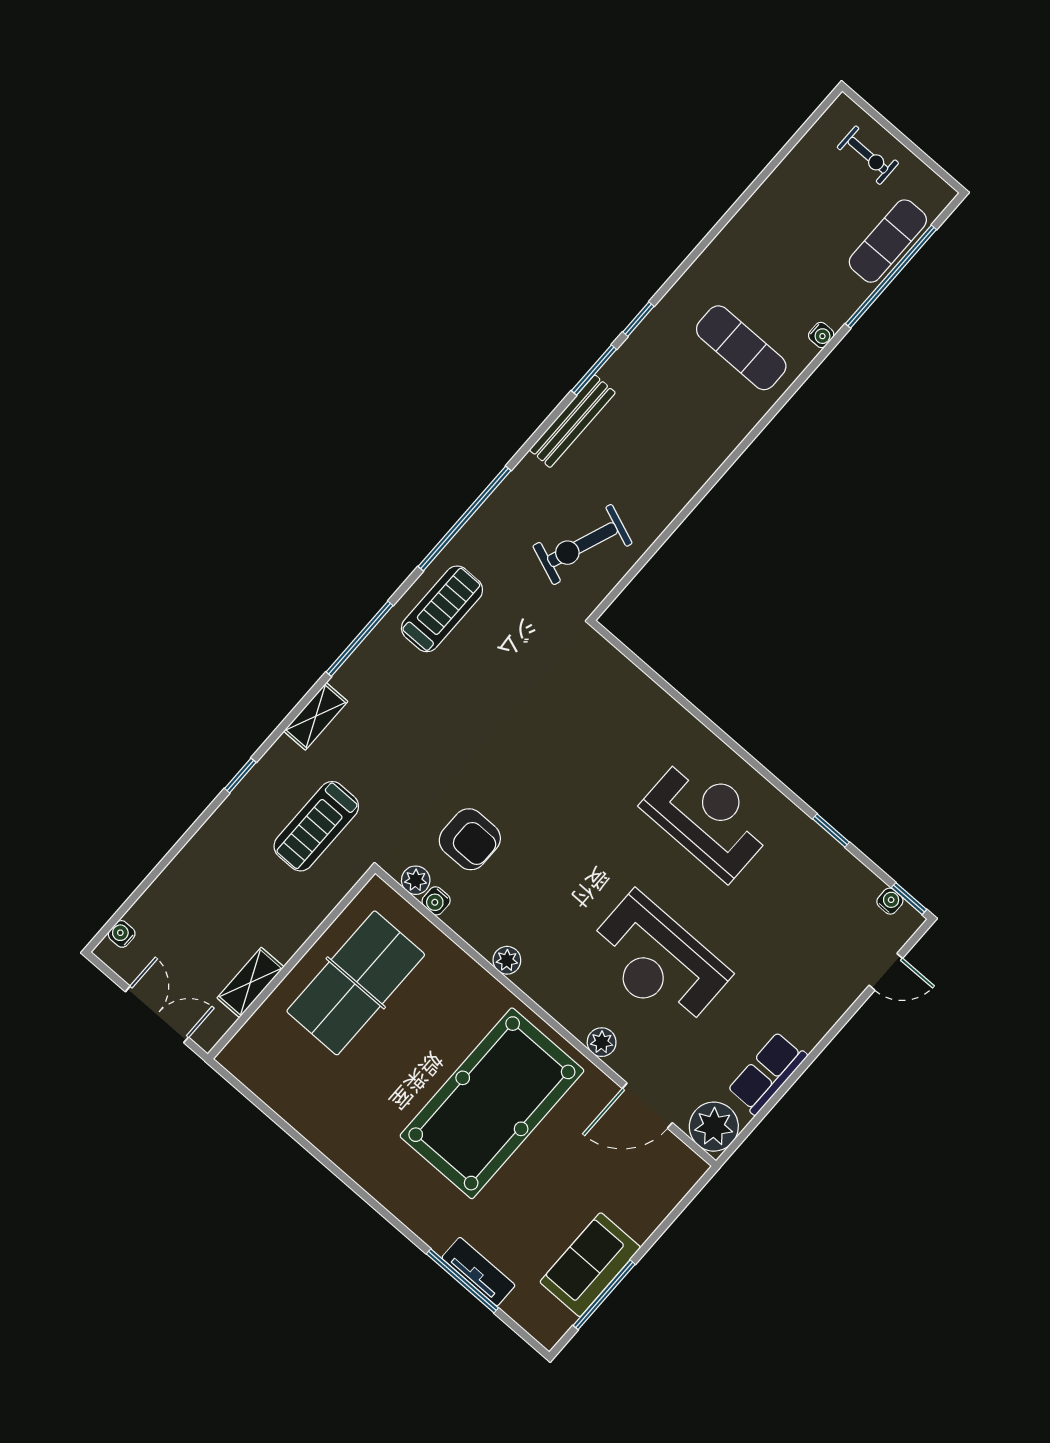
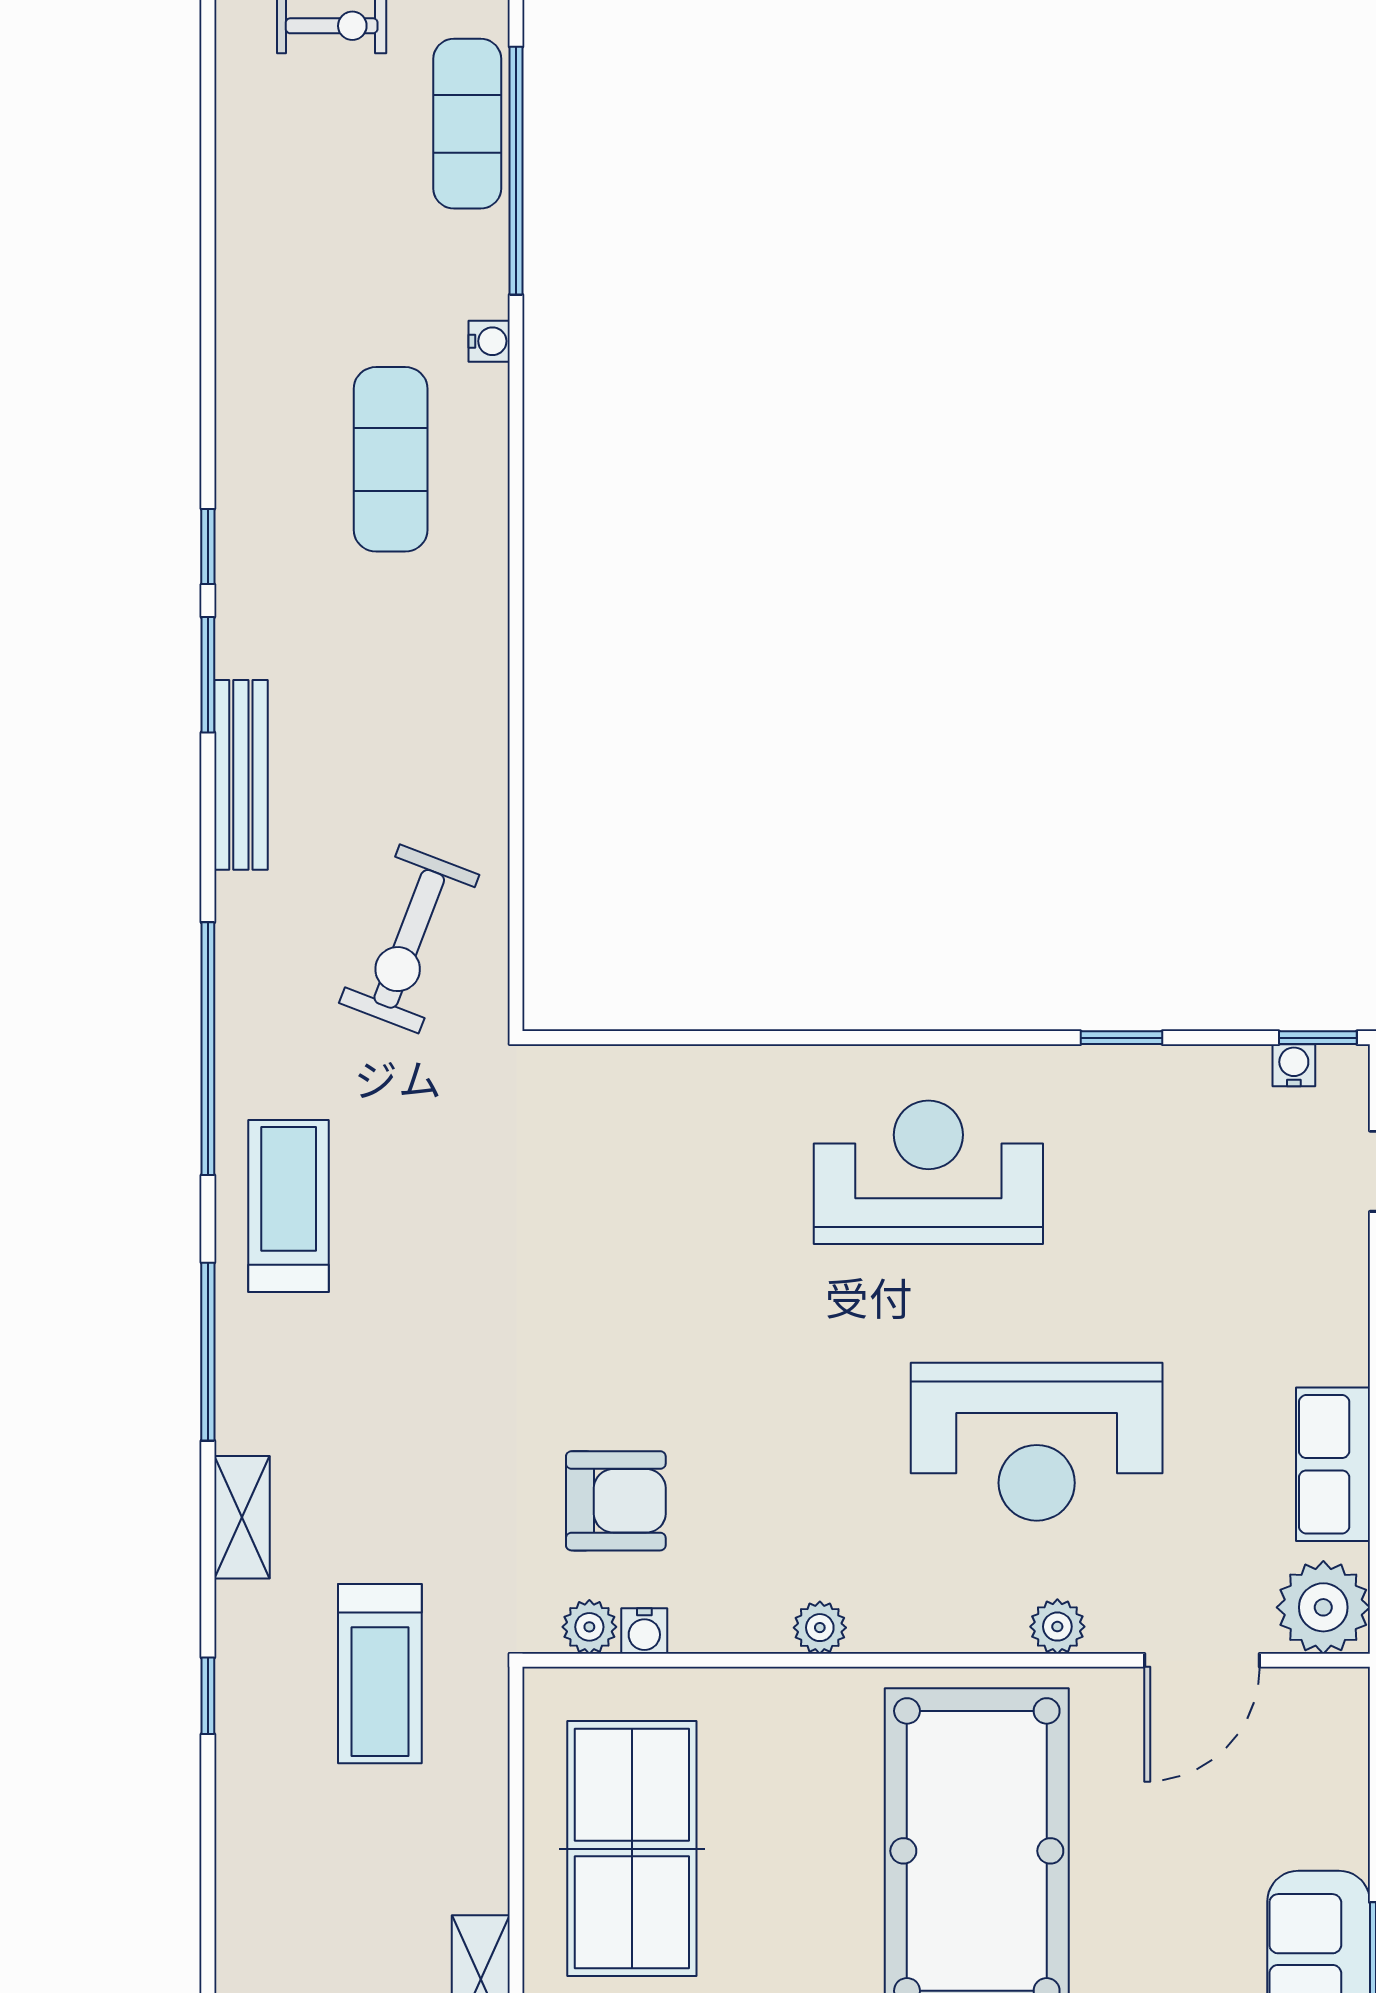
exercise mat: (741, 348) -> (391, 459), turned 90

